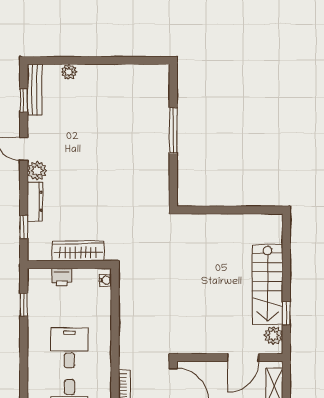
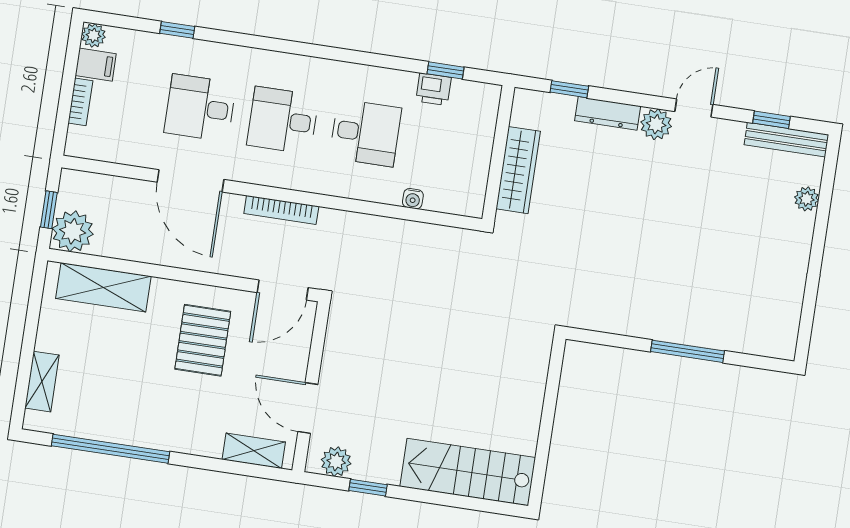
printer: (62, 277) -> (434, 89), moved, turned -90
water cooler: (105, 280) -> (413, 199), moved
stairs: (267, 284) -> (468, 472), moved

